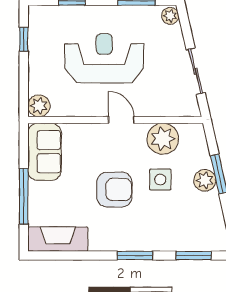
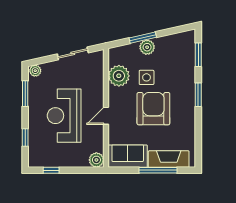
door: (121, 120) -> (106, 116), moved
armchair: (114, 190) -> (153, 109), width x1.36, depth x1.36
fireplace: (58, 239) -> (169, 159), moved, turned 90

